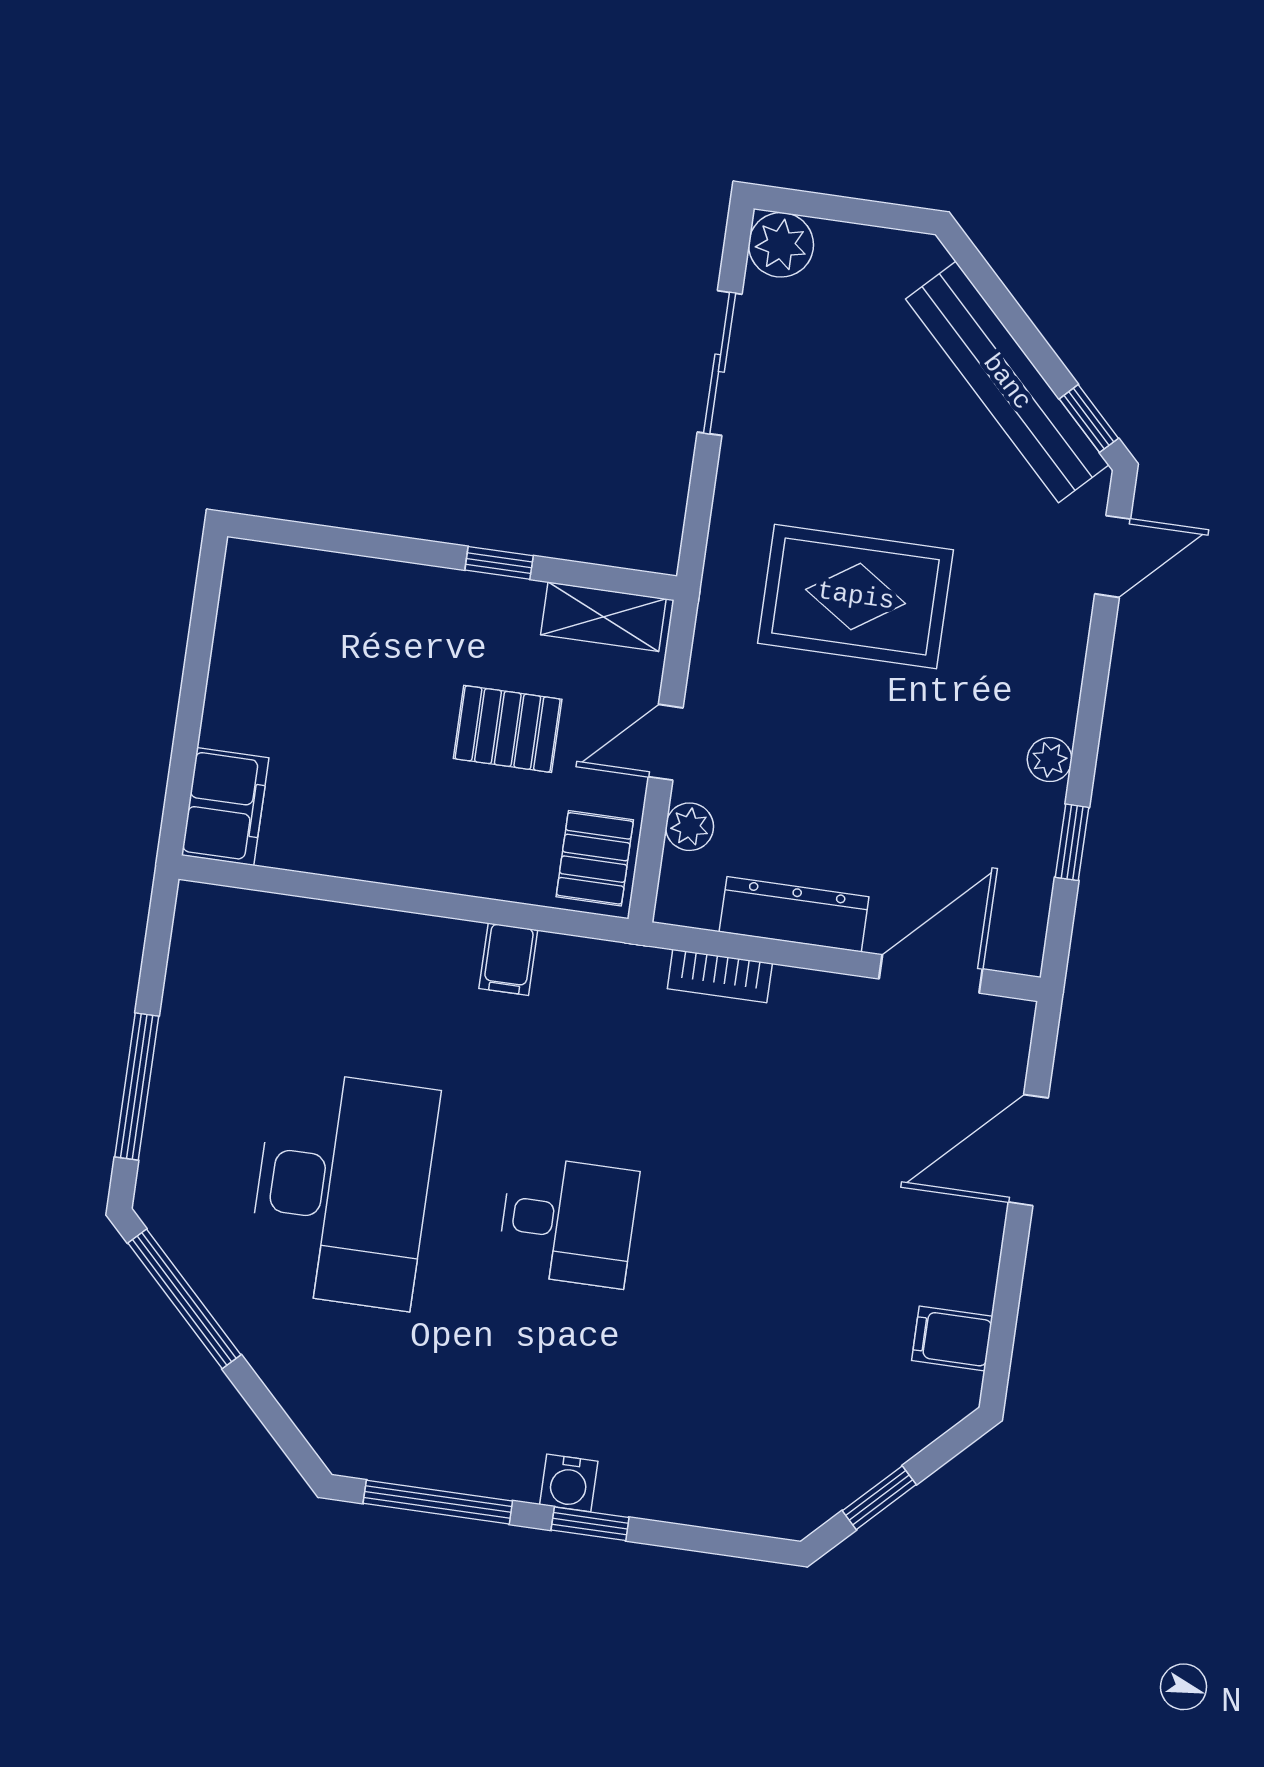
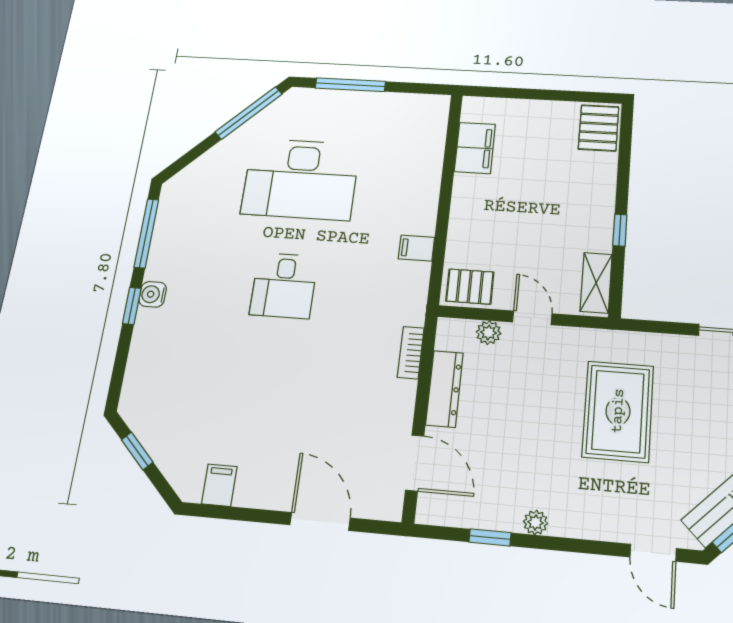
pallet: (508, 729) -> (599, 128), moved
filing cabinet: (225, 807) -> (475, 148), moved, turned -90

